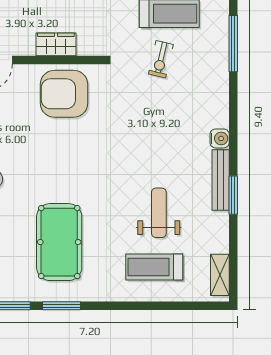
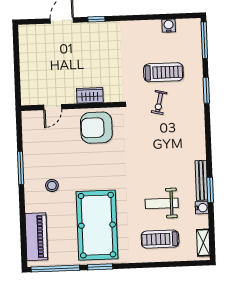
window: (233, 44) -> (206, 90), width x0.69
water cooler: (220, 138) -> (202, 208), moved
weight bench: (159, 213) -> (162, 203), turned -90
pool table: (59, 242) -> (97, 225), width x1.36, depth x1.32

